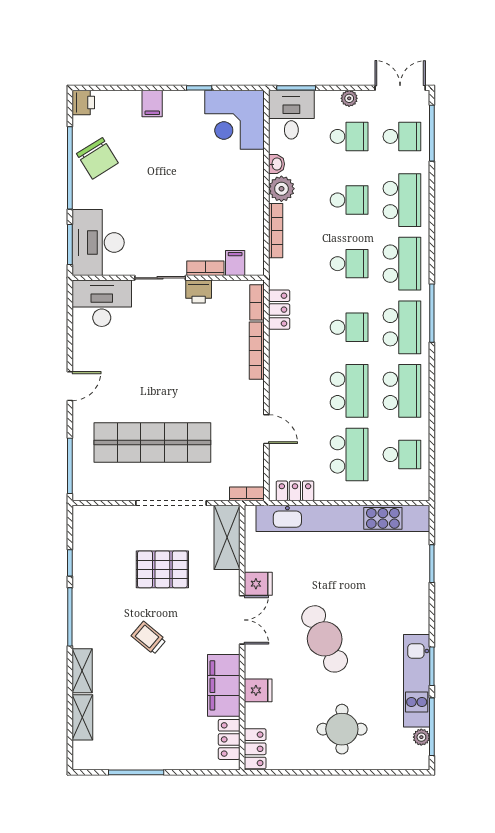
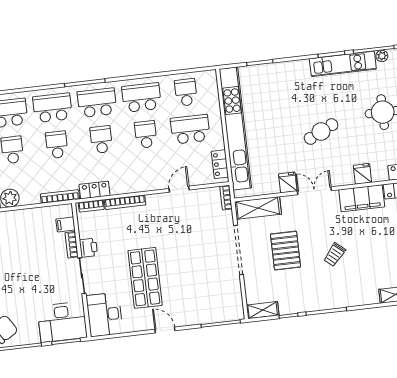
bookcase: (276, 231) -> (60, 196), moved
school desk: (349, 391) -> (146, 134), width x0.54
shop shelf: (152, 443) -> (145, 278), moved, width x0.71
cafe table: (325, 639) -> (321, 132), width x0.73, depth x0.74
shelving: (82, 671) -> (263, 310), moved

